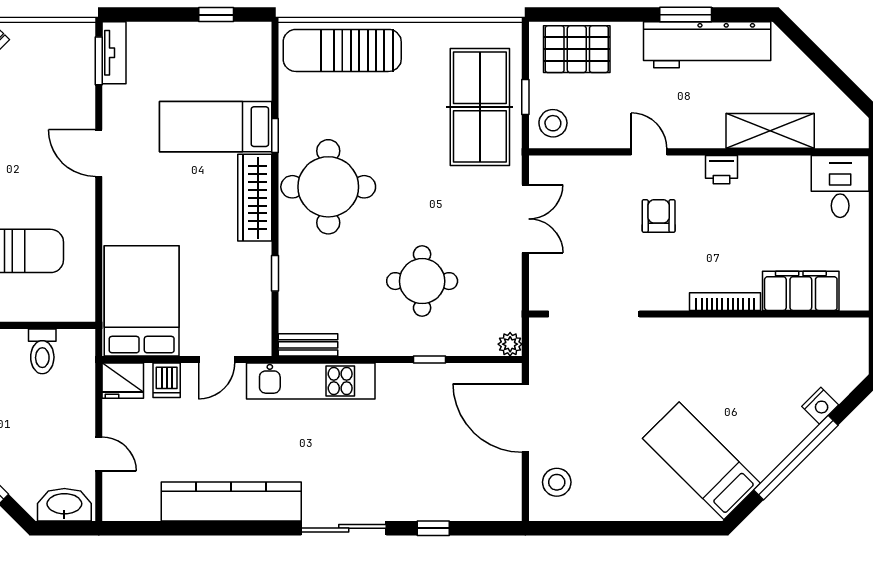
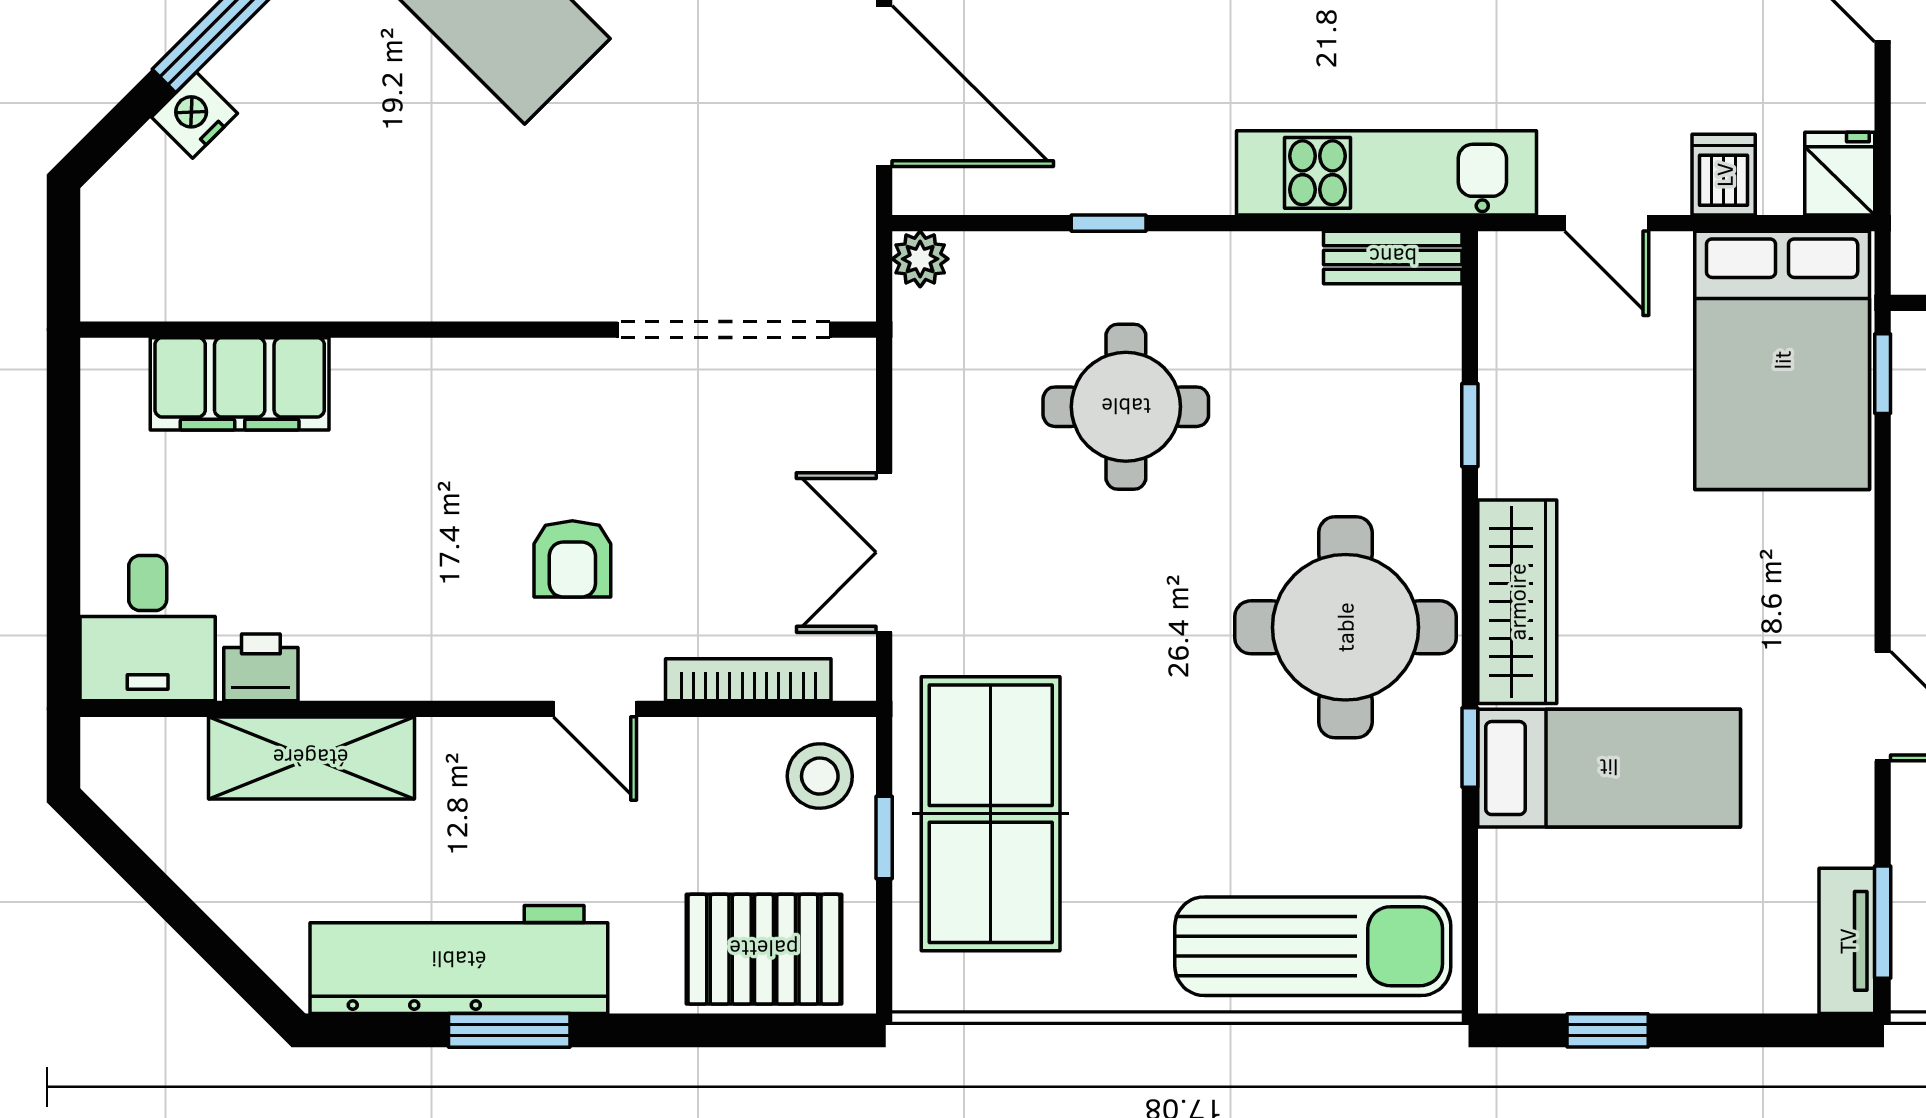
printer: (721, 170) -> (261, 667), moved
window: (99, 295) -> (1883, 374), added
bookcase: (725, 302) -> (748, 680), moved, turned 180
door: (217, 360) -> (1607, 223), swing flipped
fridge: (123, 381) -> (1840, 174), width x0.72

